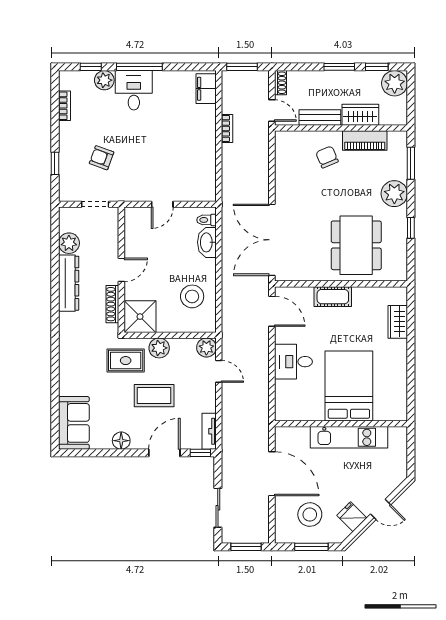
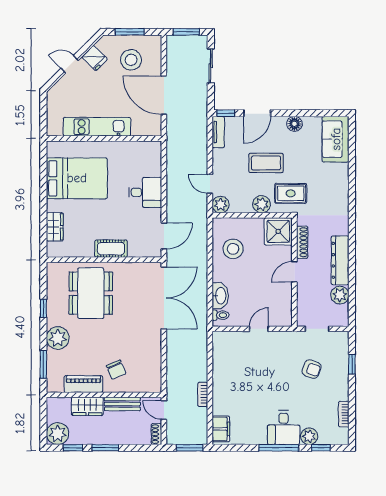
door: (272, 311) -> (164, 236), swing flipped
bed: (349, 386) -> (77, 178), moved, turned -90

